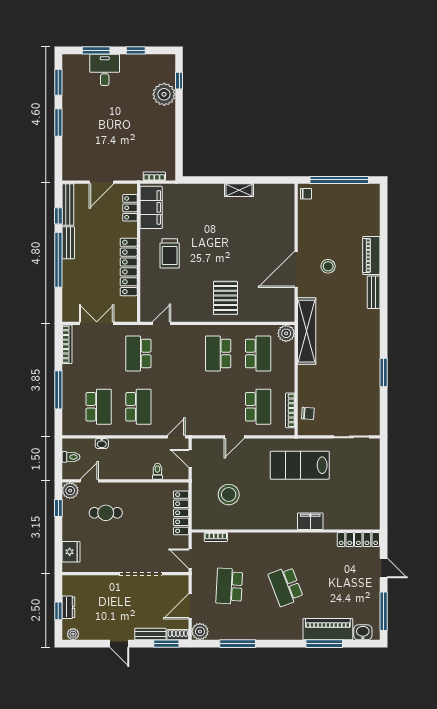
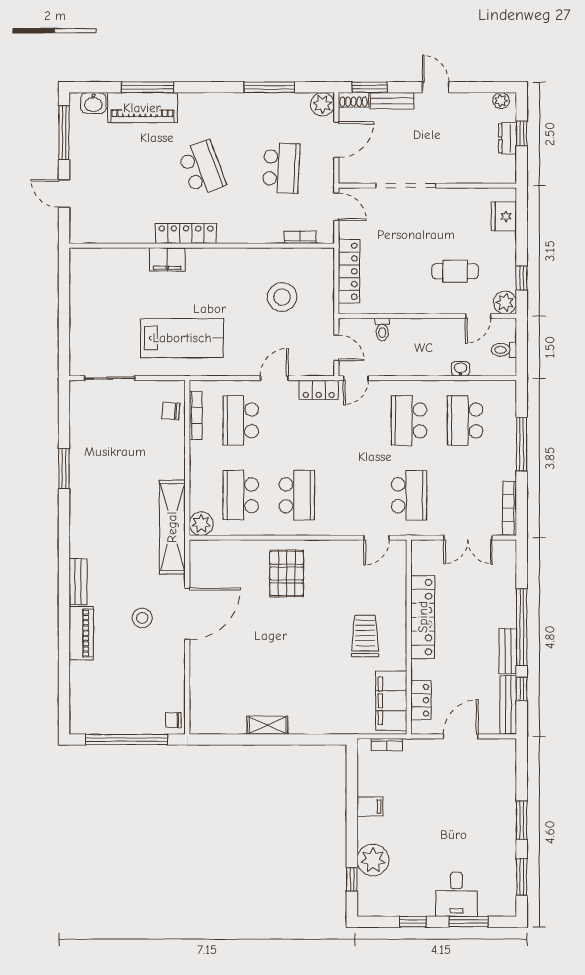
filing cabinet: (166, 132) -> (370, 807), added
locker: (203, 428) -> (319, 390), added
locker: (358, 540) -> (186, 234), moved

